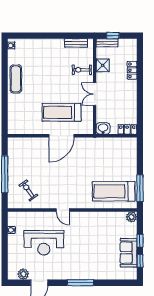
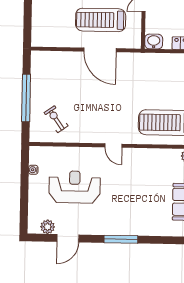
door: (61, 136) -> (100, 50), hinge flipped
door: (63, 210) -> (113, 146), moved
reception desk: (44, 243) -> (75, 187), turned 180

